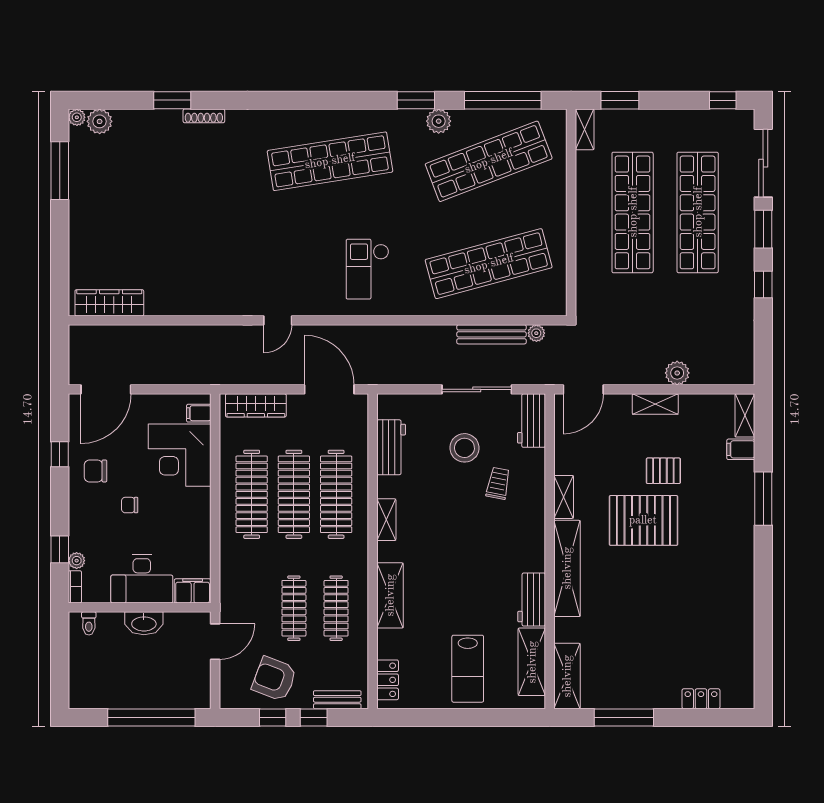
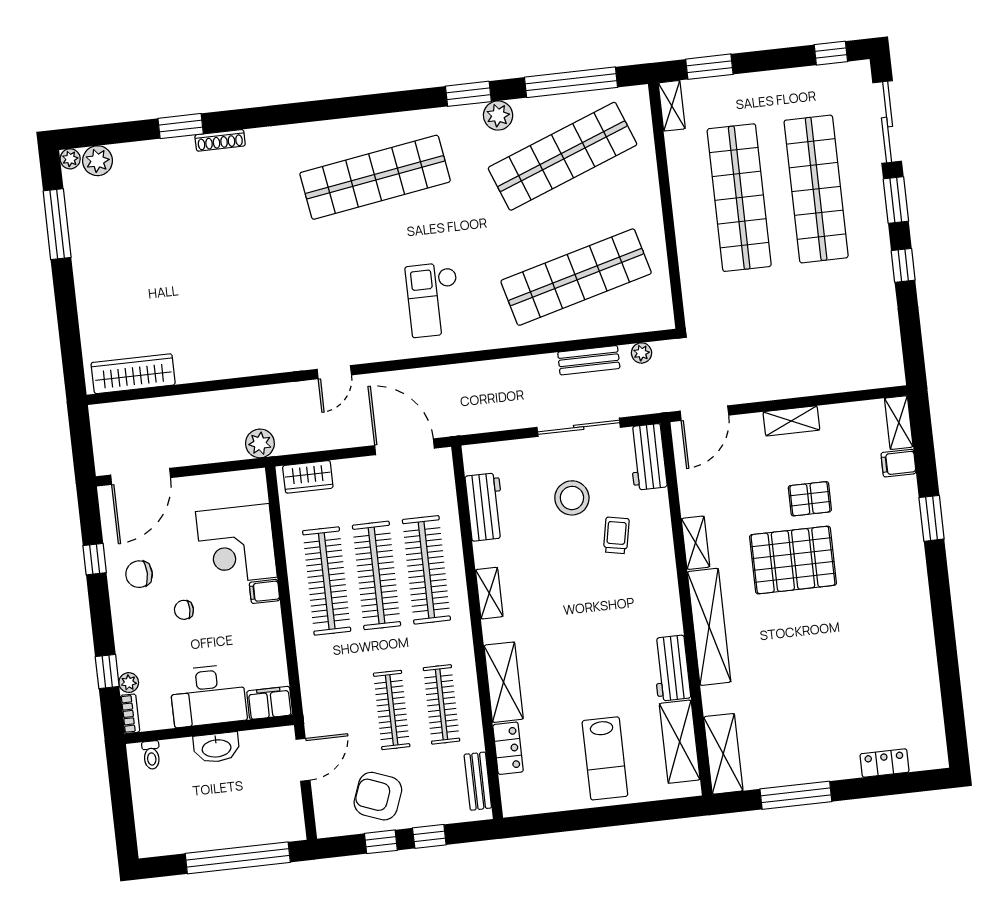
bench: (492, 334) -> (589, 360), width x0.73
plant: (677, 373) -> (260, 443), moved
wardrobe: (256, 405) -> (308, 477), width x0.67
filing cabinet: (199, 413) -> (265, 591), moved
window: (763, 499) -> (932, 518), width x0.69
locker: (388, 680) -> (508, 748), moved
bench: (337, 700) -> (478, 781), moved, turned 90

